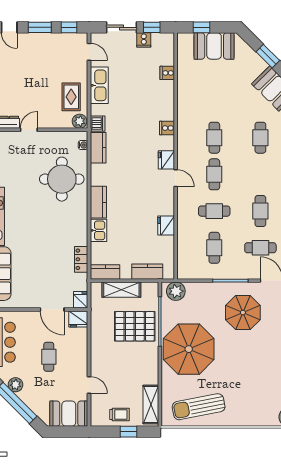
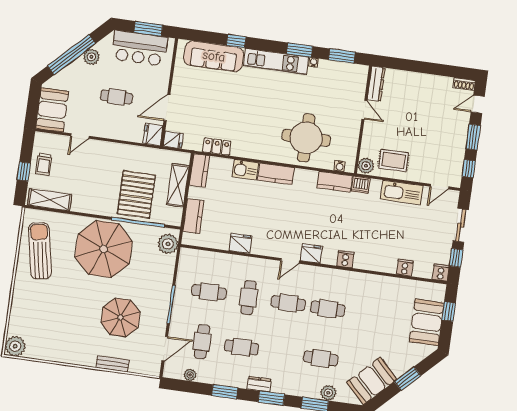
cooker: (144, 40) -> (441, 273), moved, turned 90
parasol: (243, 313) -> (120, 317), moved

